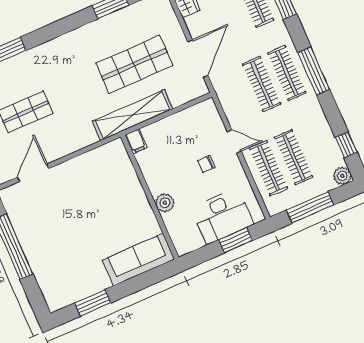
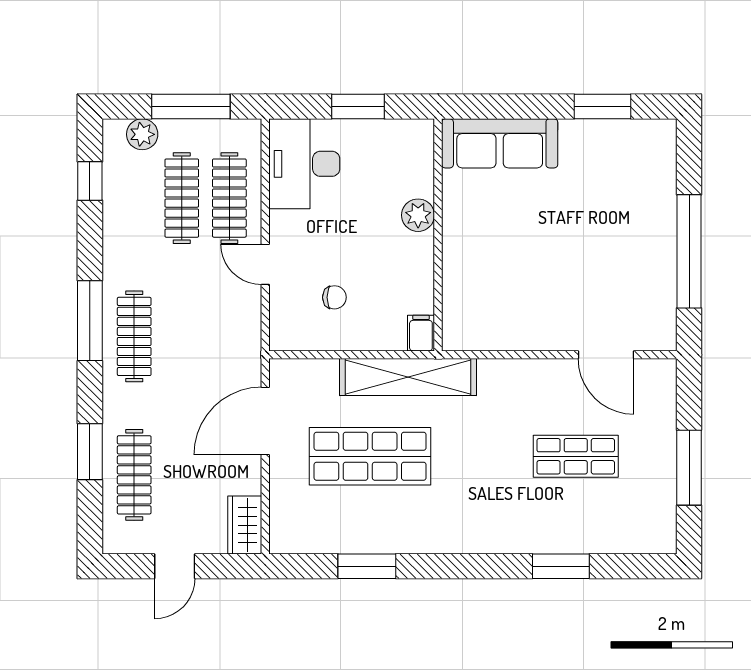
clothes rail: (262, 84) -> (182, 336), removed
chair: (206, 164) -> (334, 297), moved
door: (33, 173) -> (606, 355), hinge flipped
plant: (342, 176) -> (142, 134), moved
desk: (222, 216) -> (304, 164), moved, turned -90
window: (236, 240) -> (358, 107), moved

